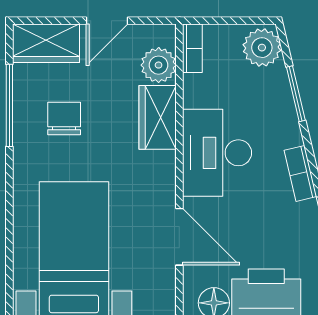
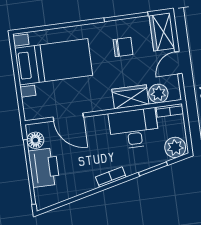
door: (107, 21) -> (178, 63), hinge flipped
desk: (217, 153) -> (134, 129), moved
door: (179, 237) -> (68, 117), hinge flipped

